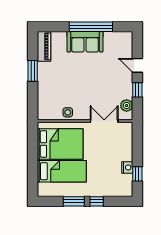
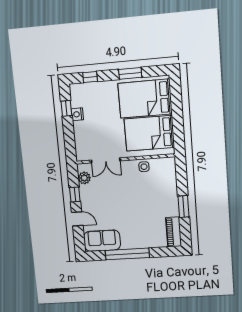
sofa: (85, 42) -> (102, 241), moved
bed: (62, 171) -> (145, 99), width x1.50
window: (97, 201) -> (90, 77), moved

